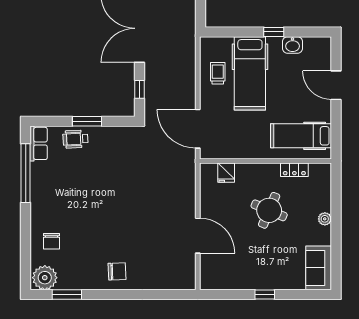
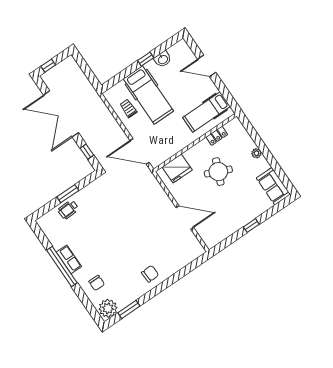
row of seats: (39, 143) -> (69, 259), moved
window: (26, 173) -> (62, 267), moved
fridge: (226, 173) -> (177, 169), width x1.88, depth x1.34

